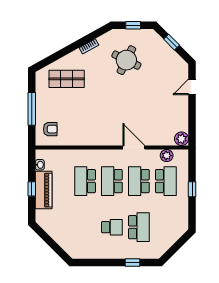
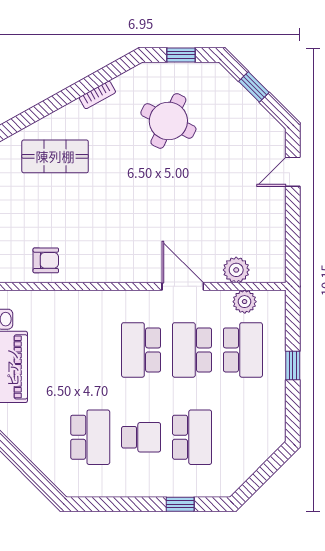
armchair: (50, 129) -> (46, 260), moved
plant: (182, 139) -> (236, 270), moved
school desk: (85, 181) -> (90, 437), moved, turned 180

